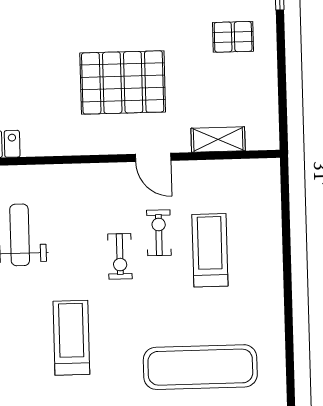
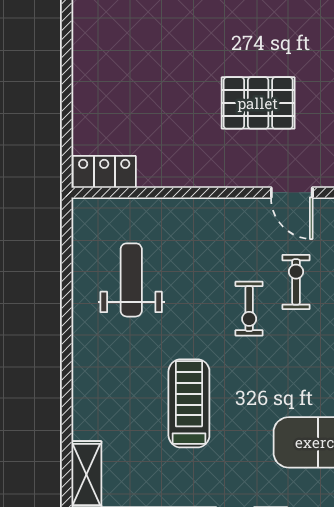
pallet: (123, 82) -> (258, 103), width x0.73, depth x0.71

